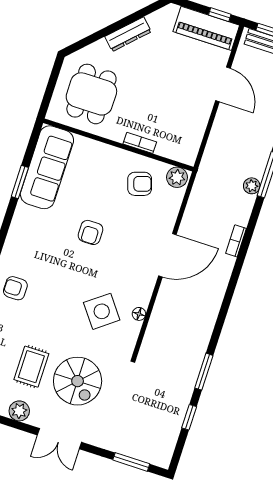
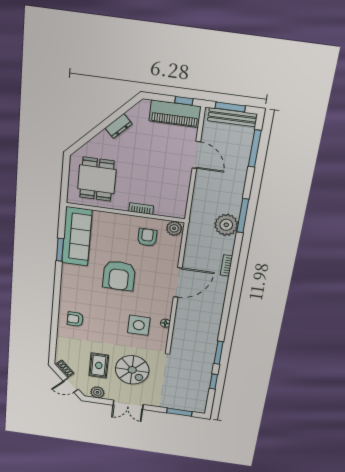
dresser: (128, 34) -> (119, 126), width x0.70
armchair: (140, 184) -> (147, 237), turned -72
plant: (252, 186) -> (226, 225), width x1.88, depth x1.88
armchair: (91, 232) -> (119, 276), width x1.88, depth x1.88
side table: (102, 311) -> (139, 325), turned 37

